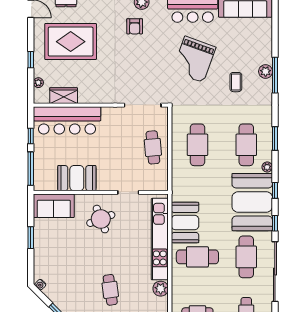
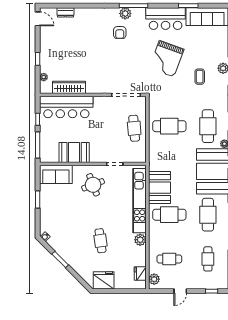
rug: (71, 42) -> (69, 45), removed
wardrobe: (64, 96) -> (69, 87), width x1.50
cafe table: (197, 145) -> (169, 126), turned 90

